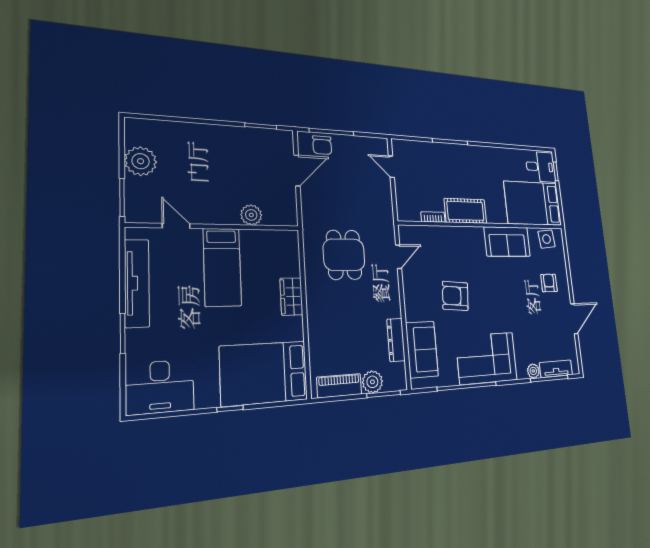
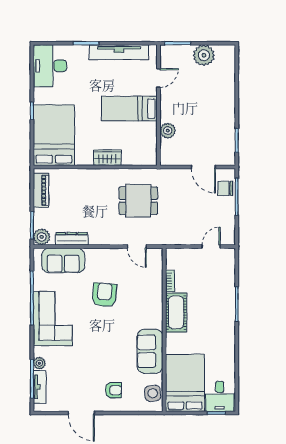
plant: (372, 382) -> (42, 237), moved

